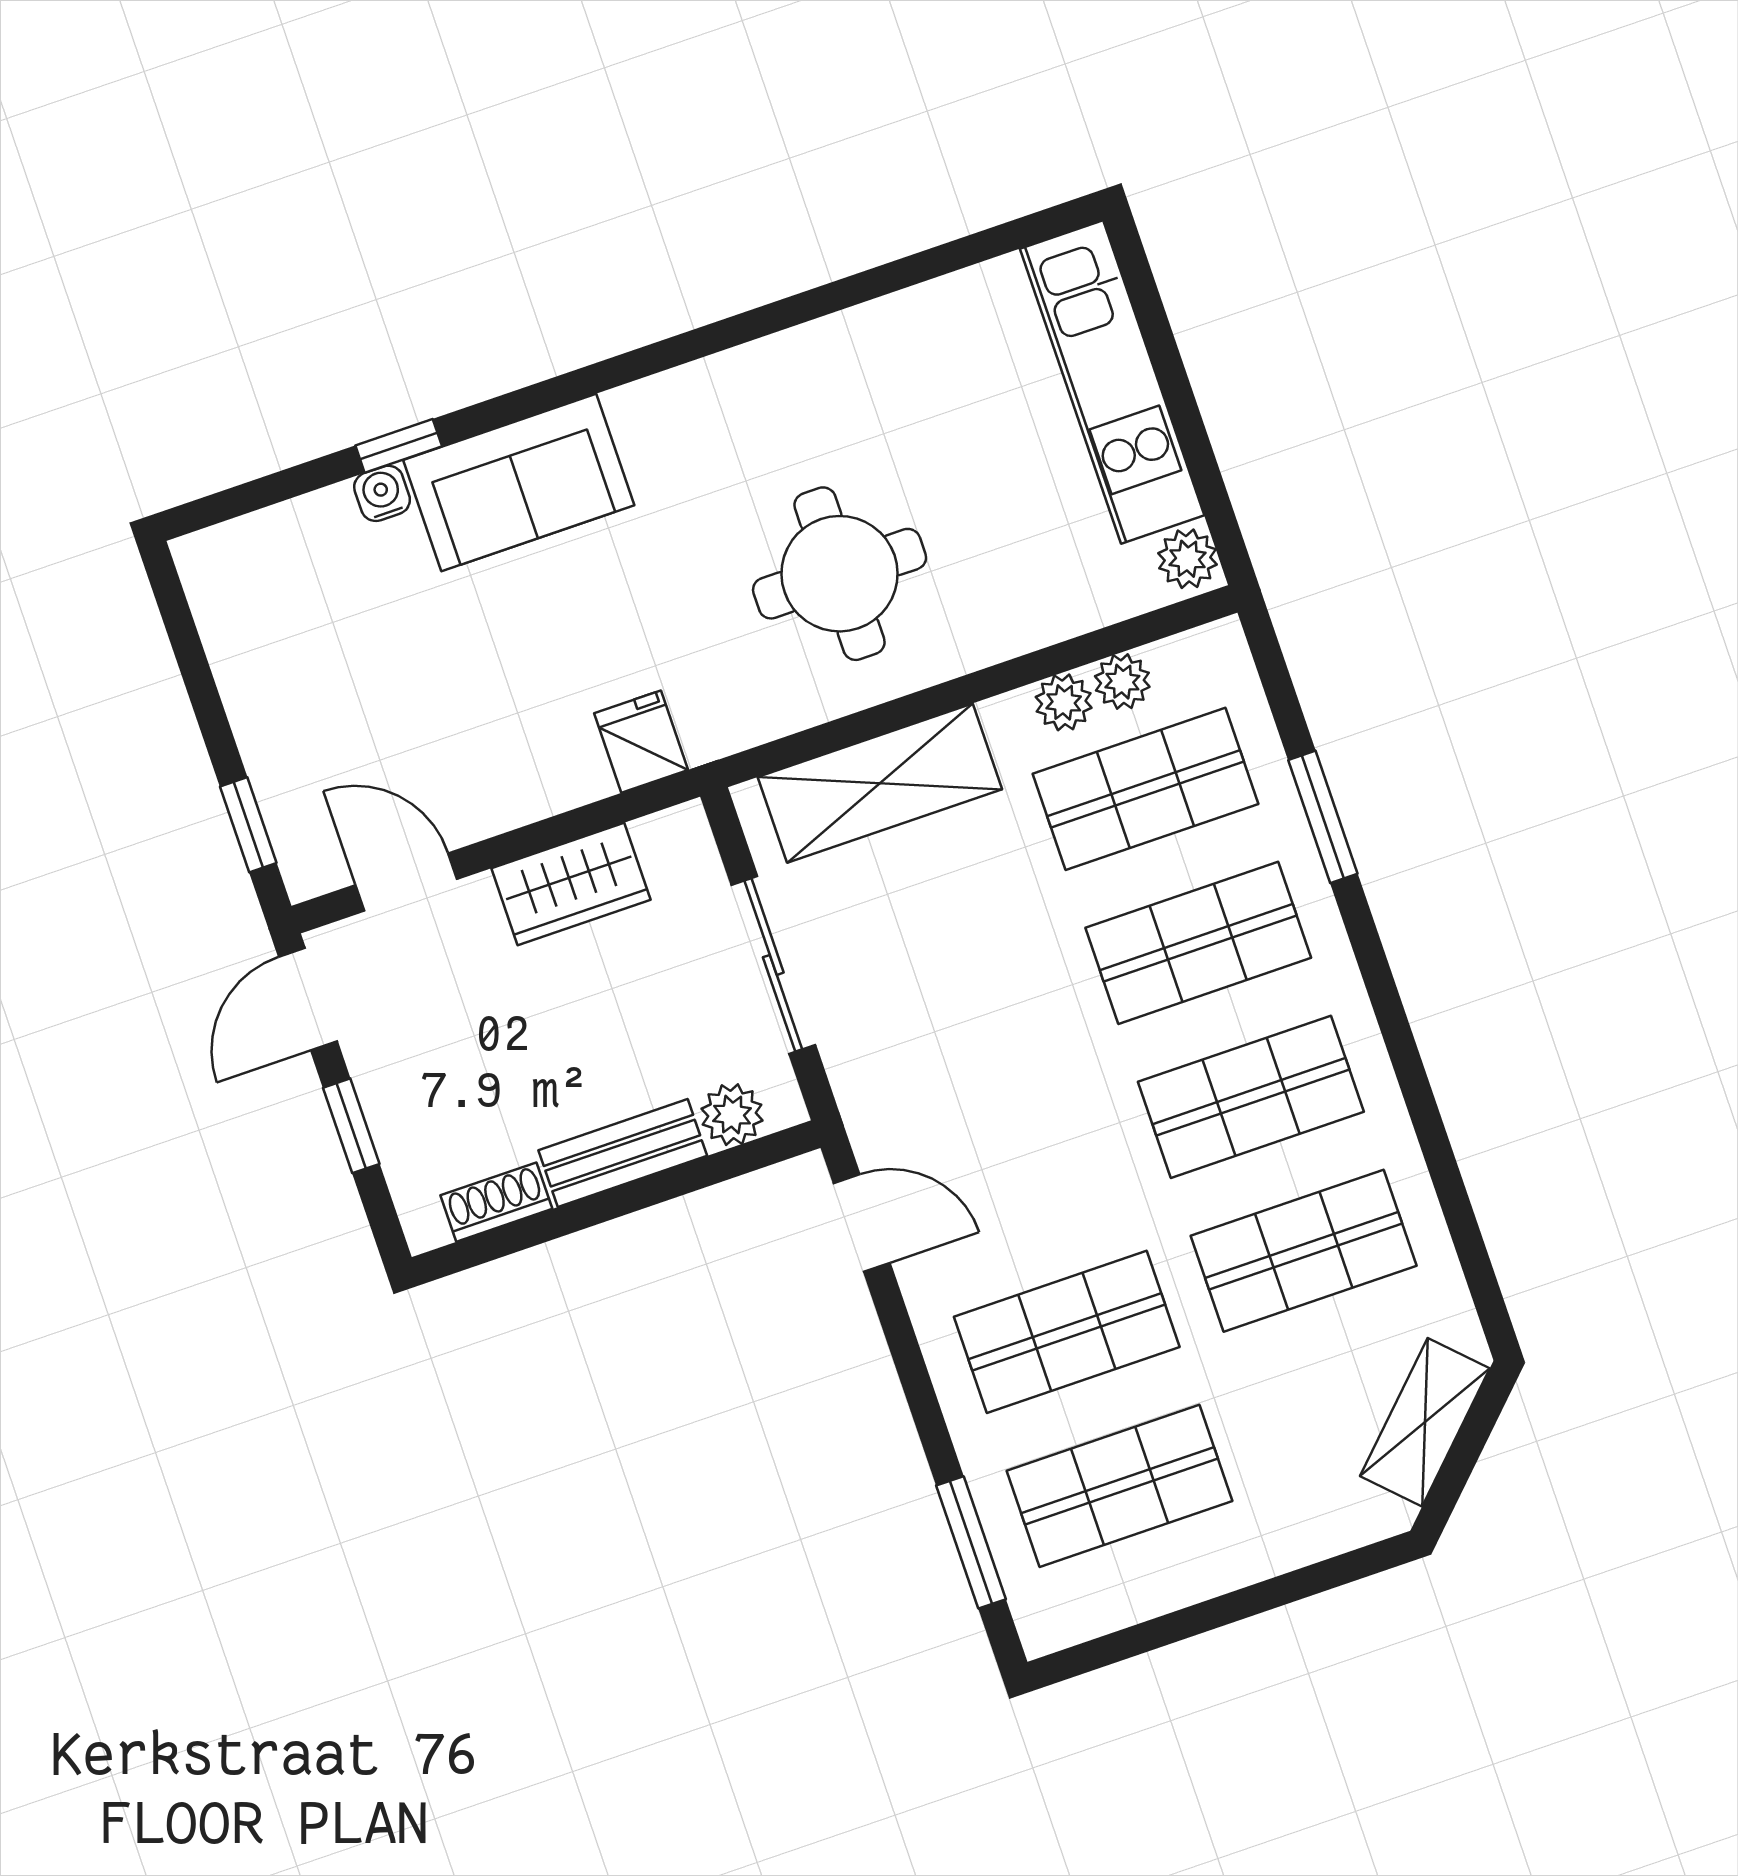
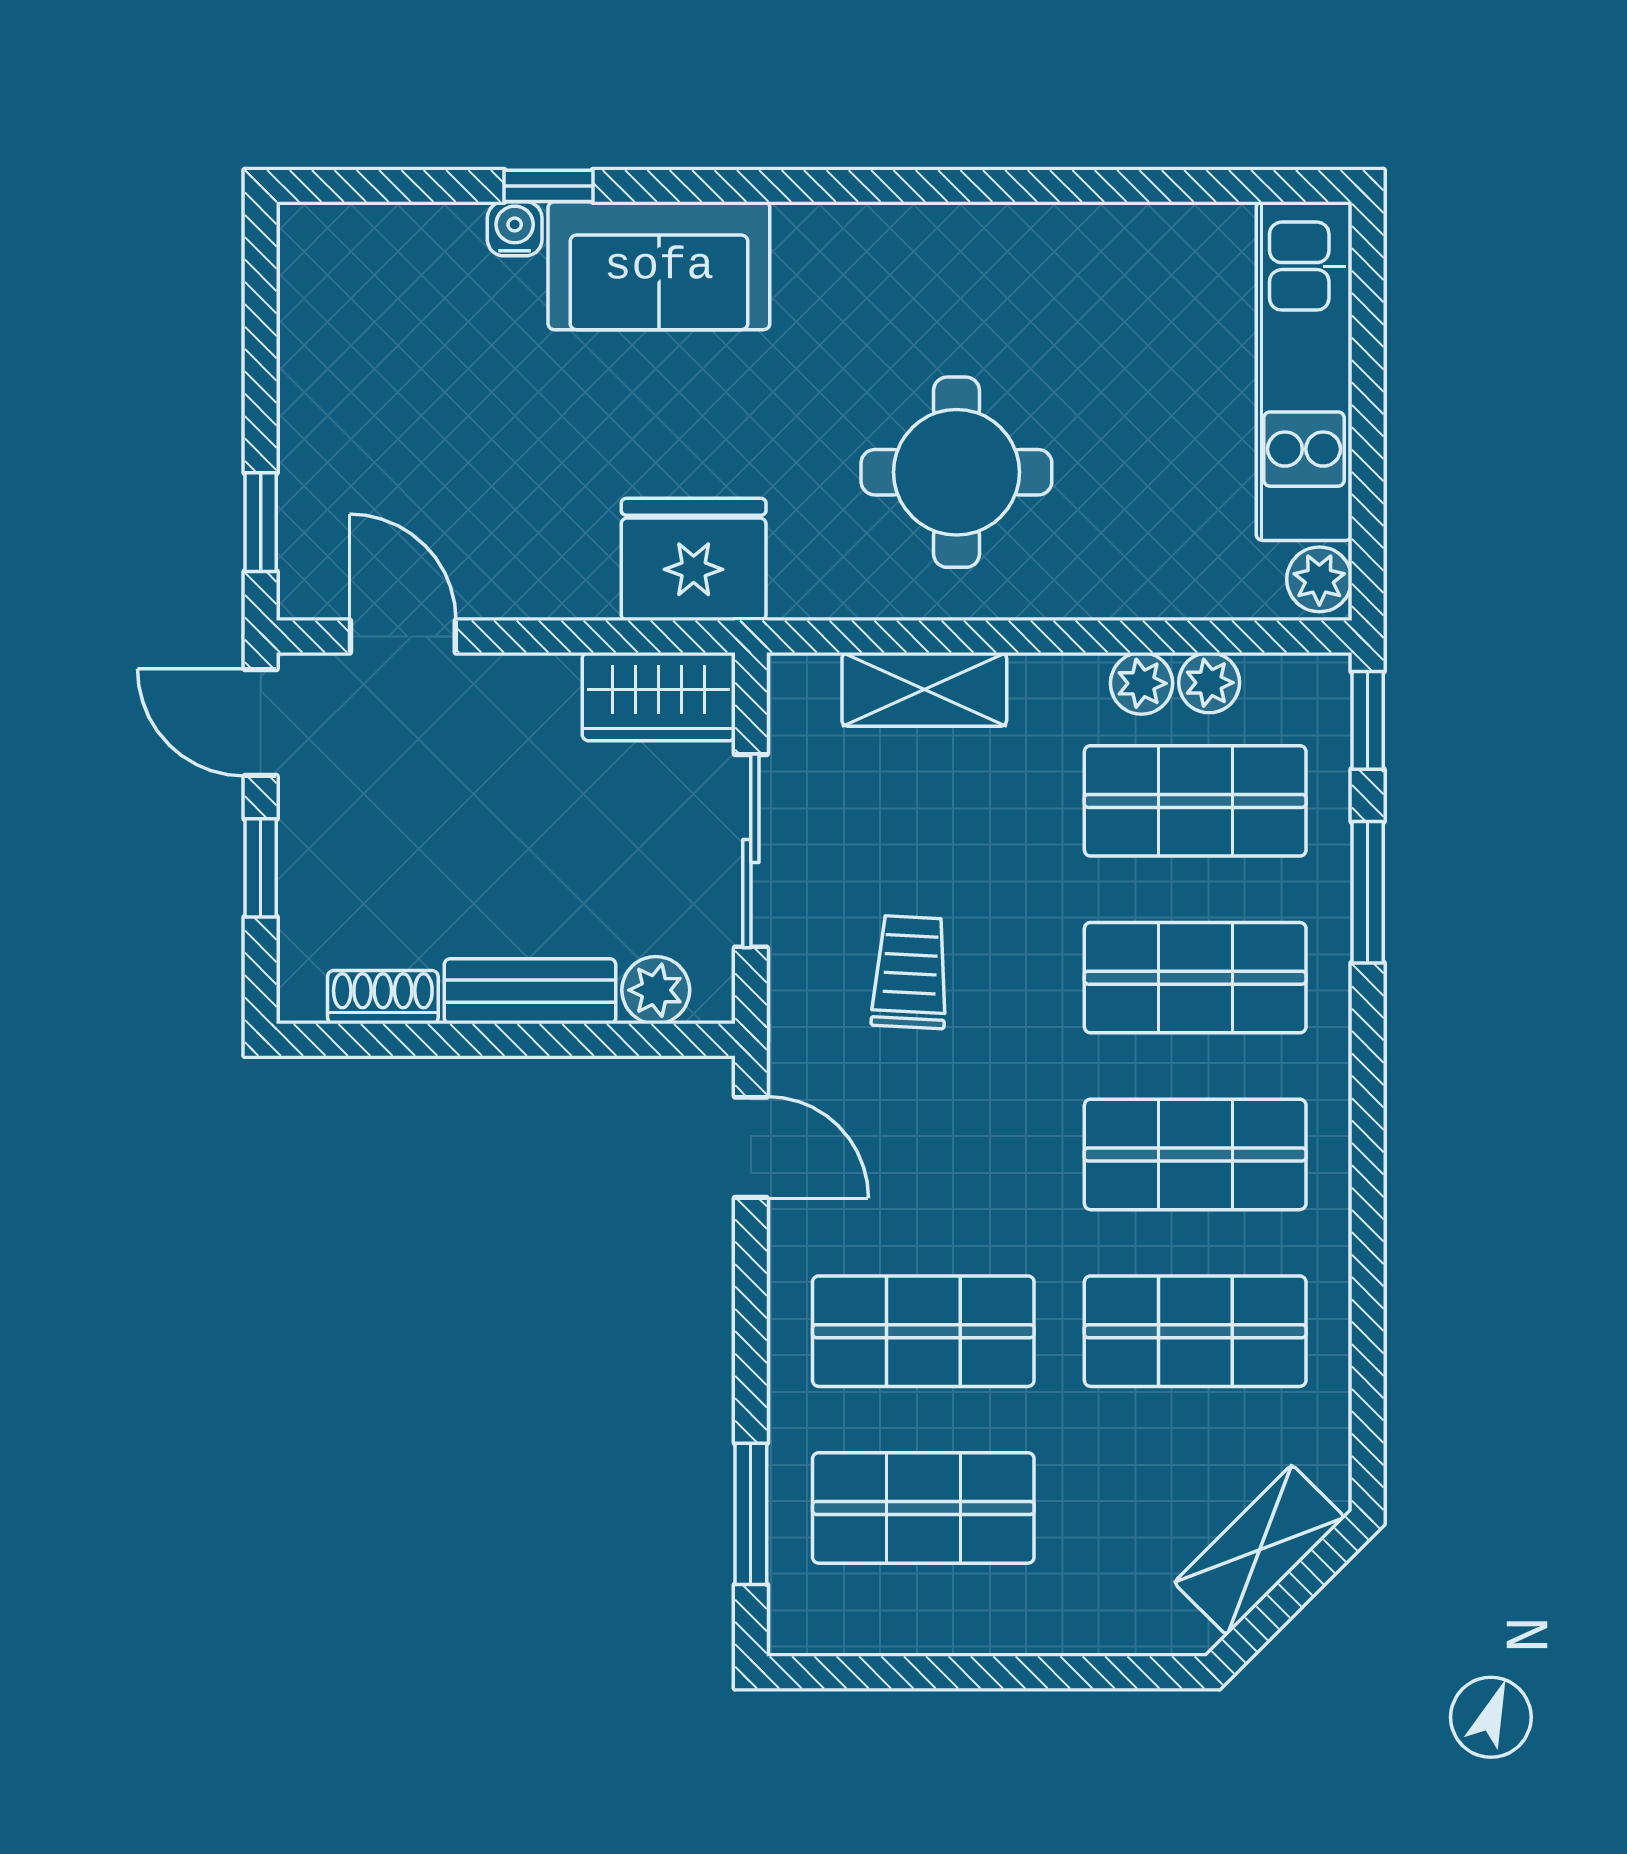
window: (1272, 667) -> (1368, 720), added
fridge: (641, 742) -> (694, 559), width x1.88, depth x1.34
shelving: (880, 783) -> (924, 689), width x0.67, depth x0.75
wardrobe: (571, 884) -> (659, 697), moved
door: (308, 999) -> (261, 722), hinge flipped
trolley: (948, 1023) -> (910, 972), added

